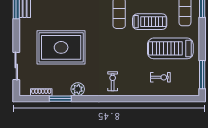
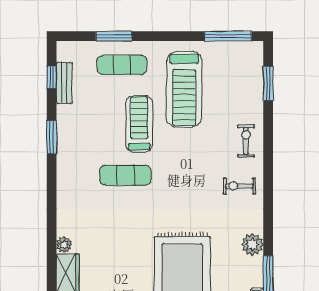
exercise bike: (160, 77) -> (246, 141), moved
window: (174, 99) -> (268, 83), added

